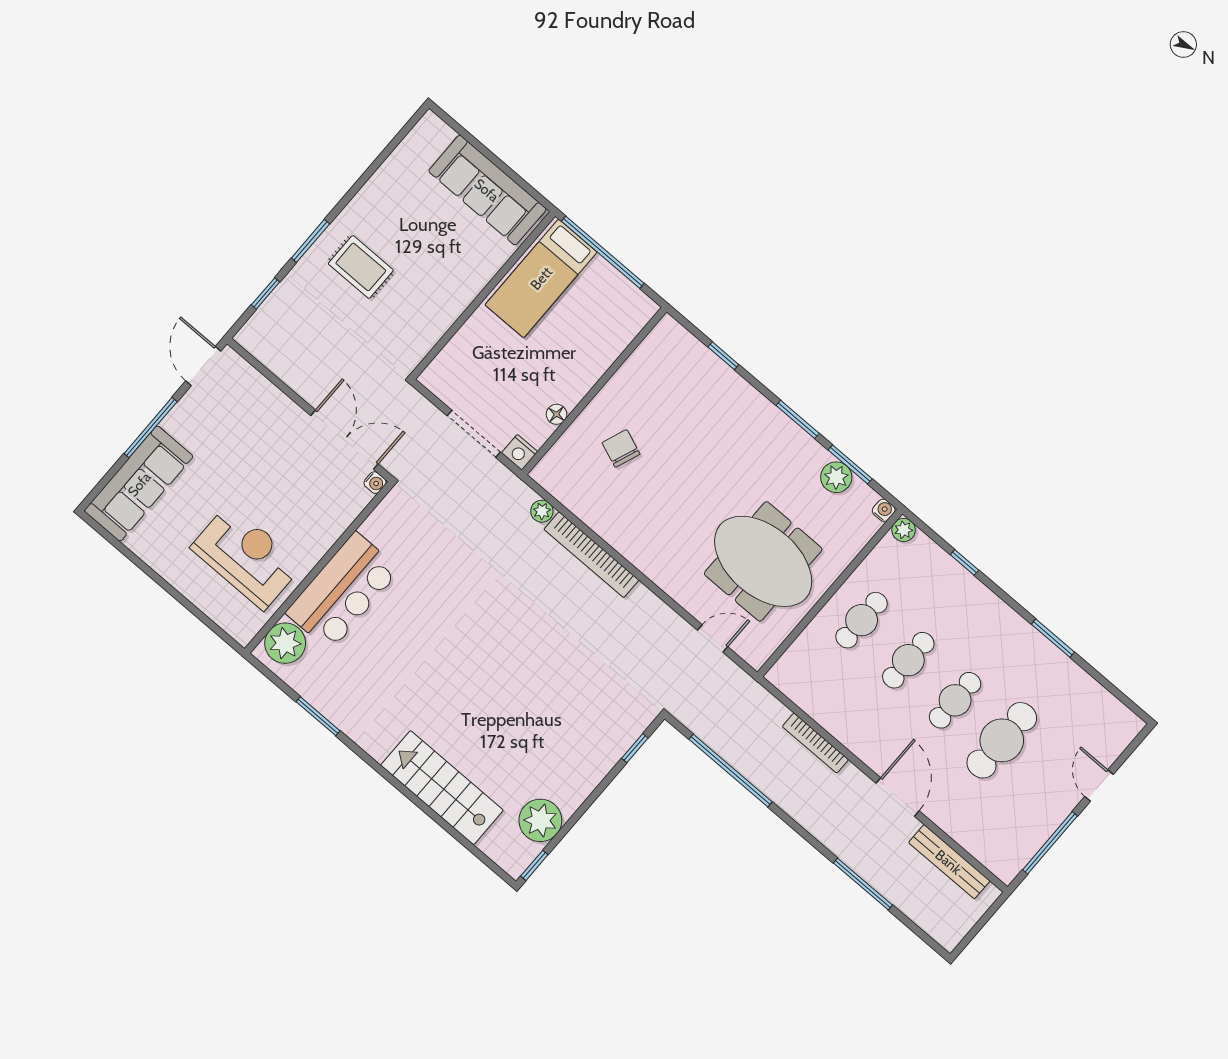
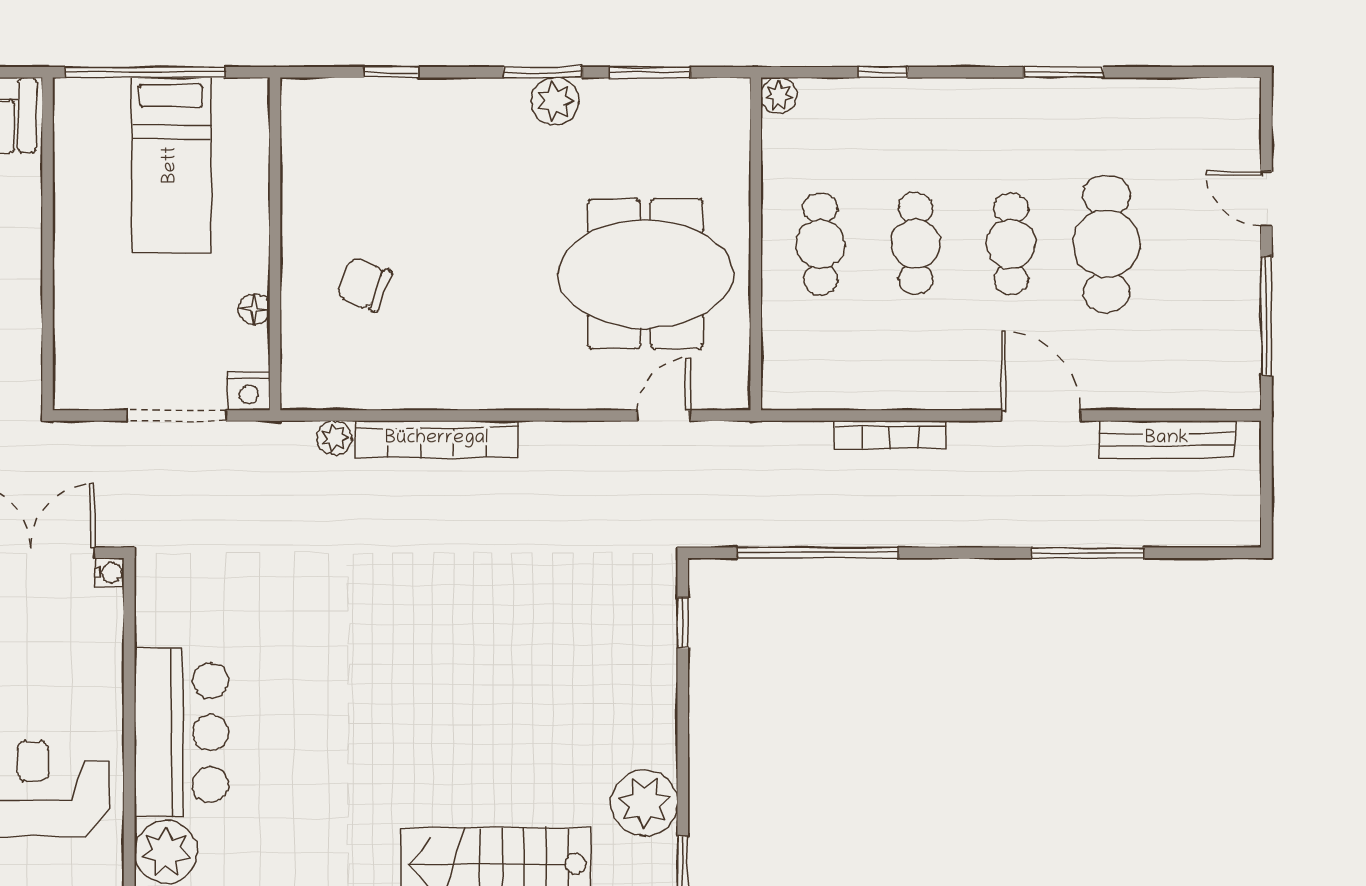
bed: (541, 278) -> (171, 165), moved
plant: (836, 477) -> (555, 101), moved
water cooler: (884, 510) -> (736, 92), removed

